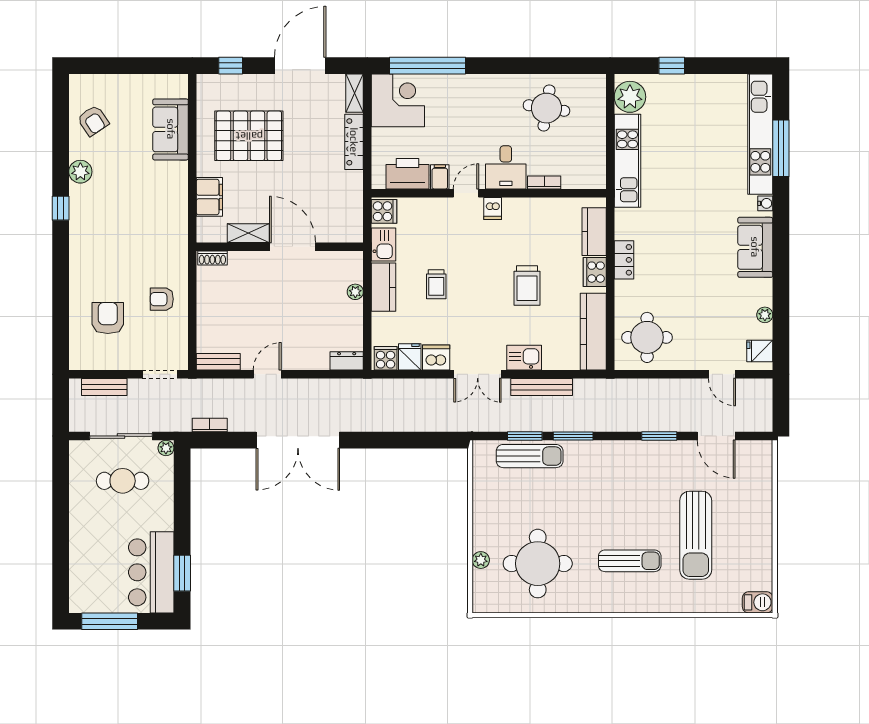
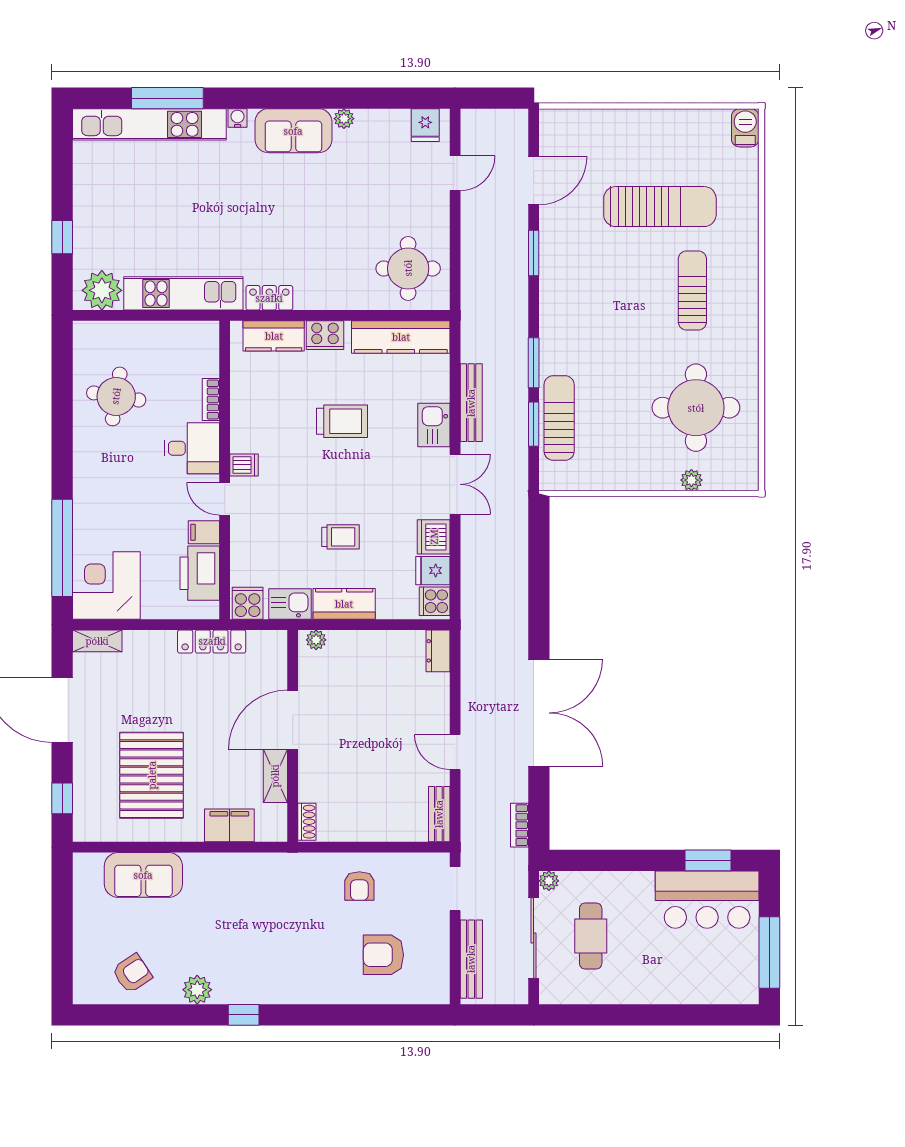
locker: (354, 142) -> (212, 641), moved
locker: (624, 260) -> (269, 298), moved
plant: (355, 292) -> (316, 640), moved
plant: (765, 315) -> (344, 119), moved
bench: (104, 387) -> (471, 959), width x1.36

